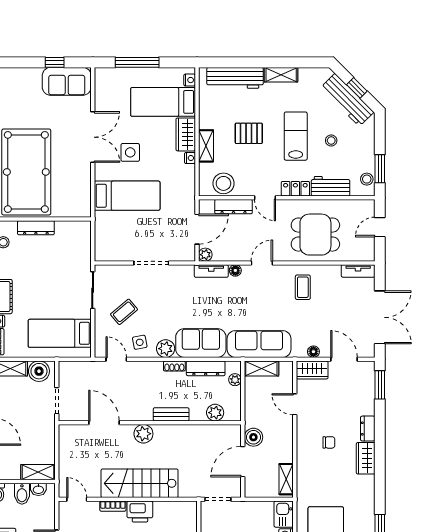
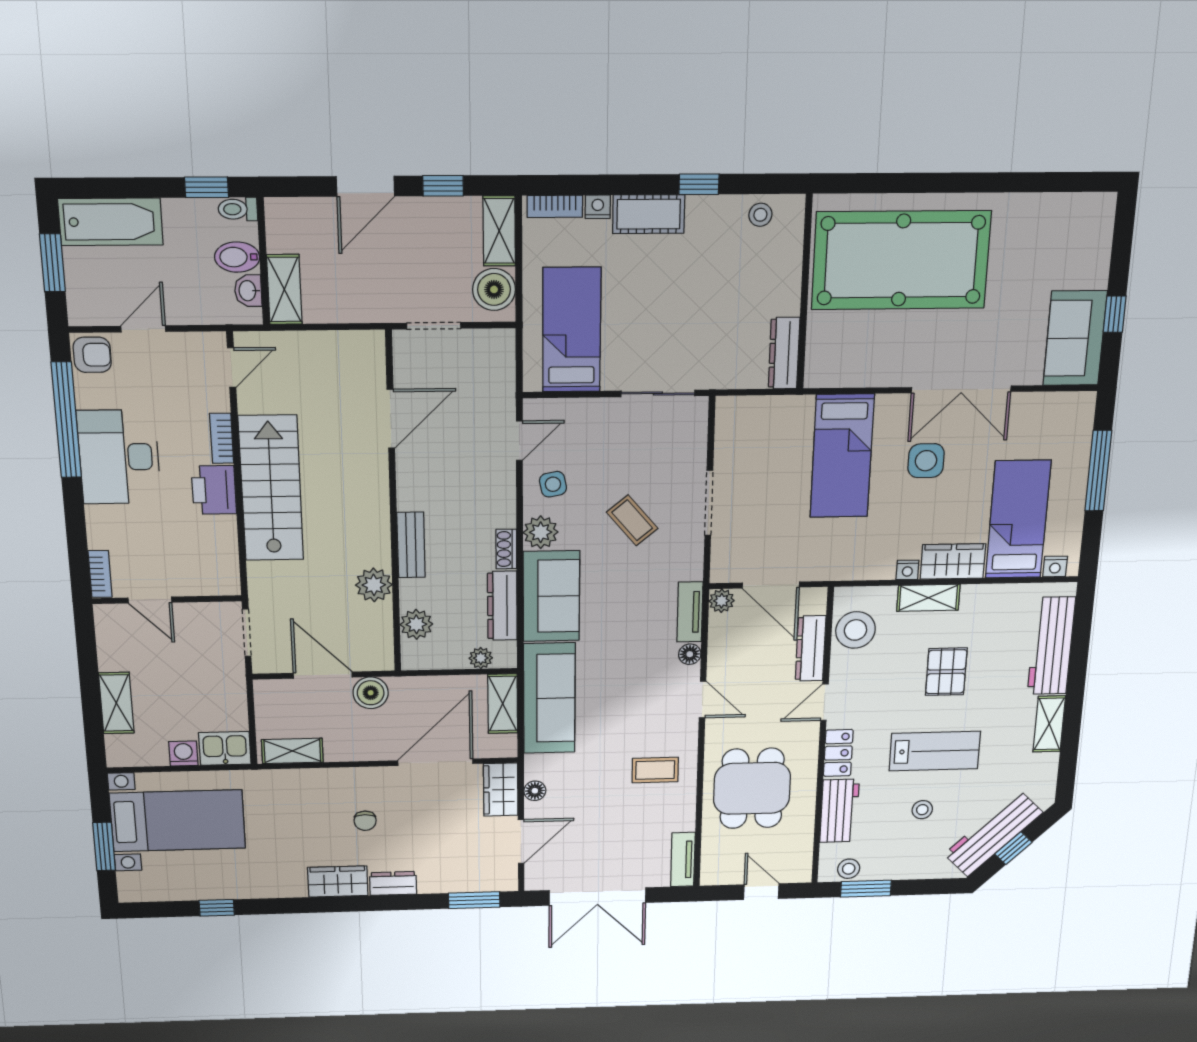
dresser: (36, 228) -> (784, 353), moved
coffee table: (124, 312) -> (632, 520), moved
door: (295, 404) -> (435, 762), width x1.88
plant: (143, 434) -> (374, 585), moved

